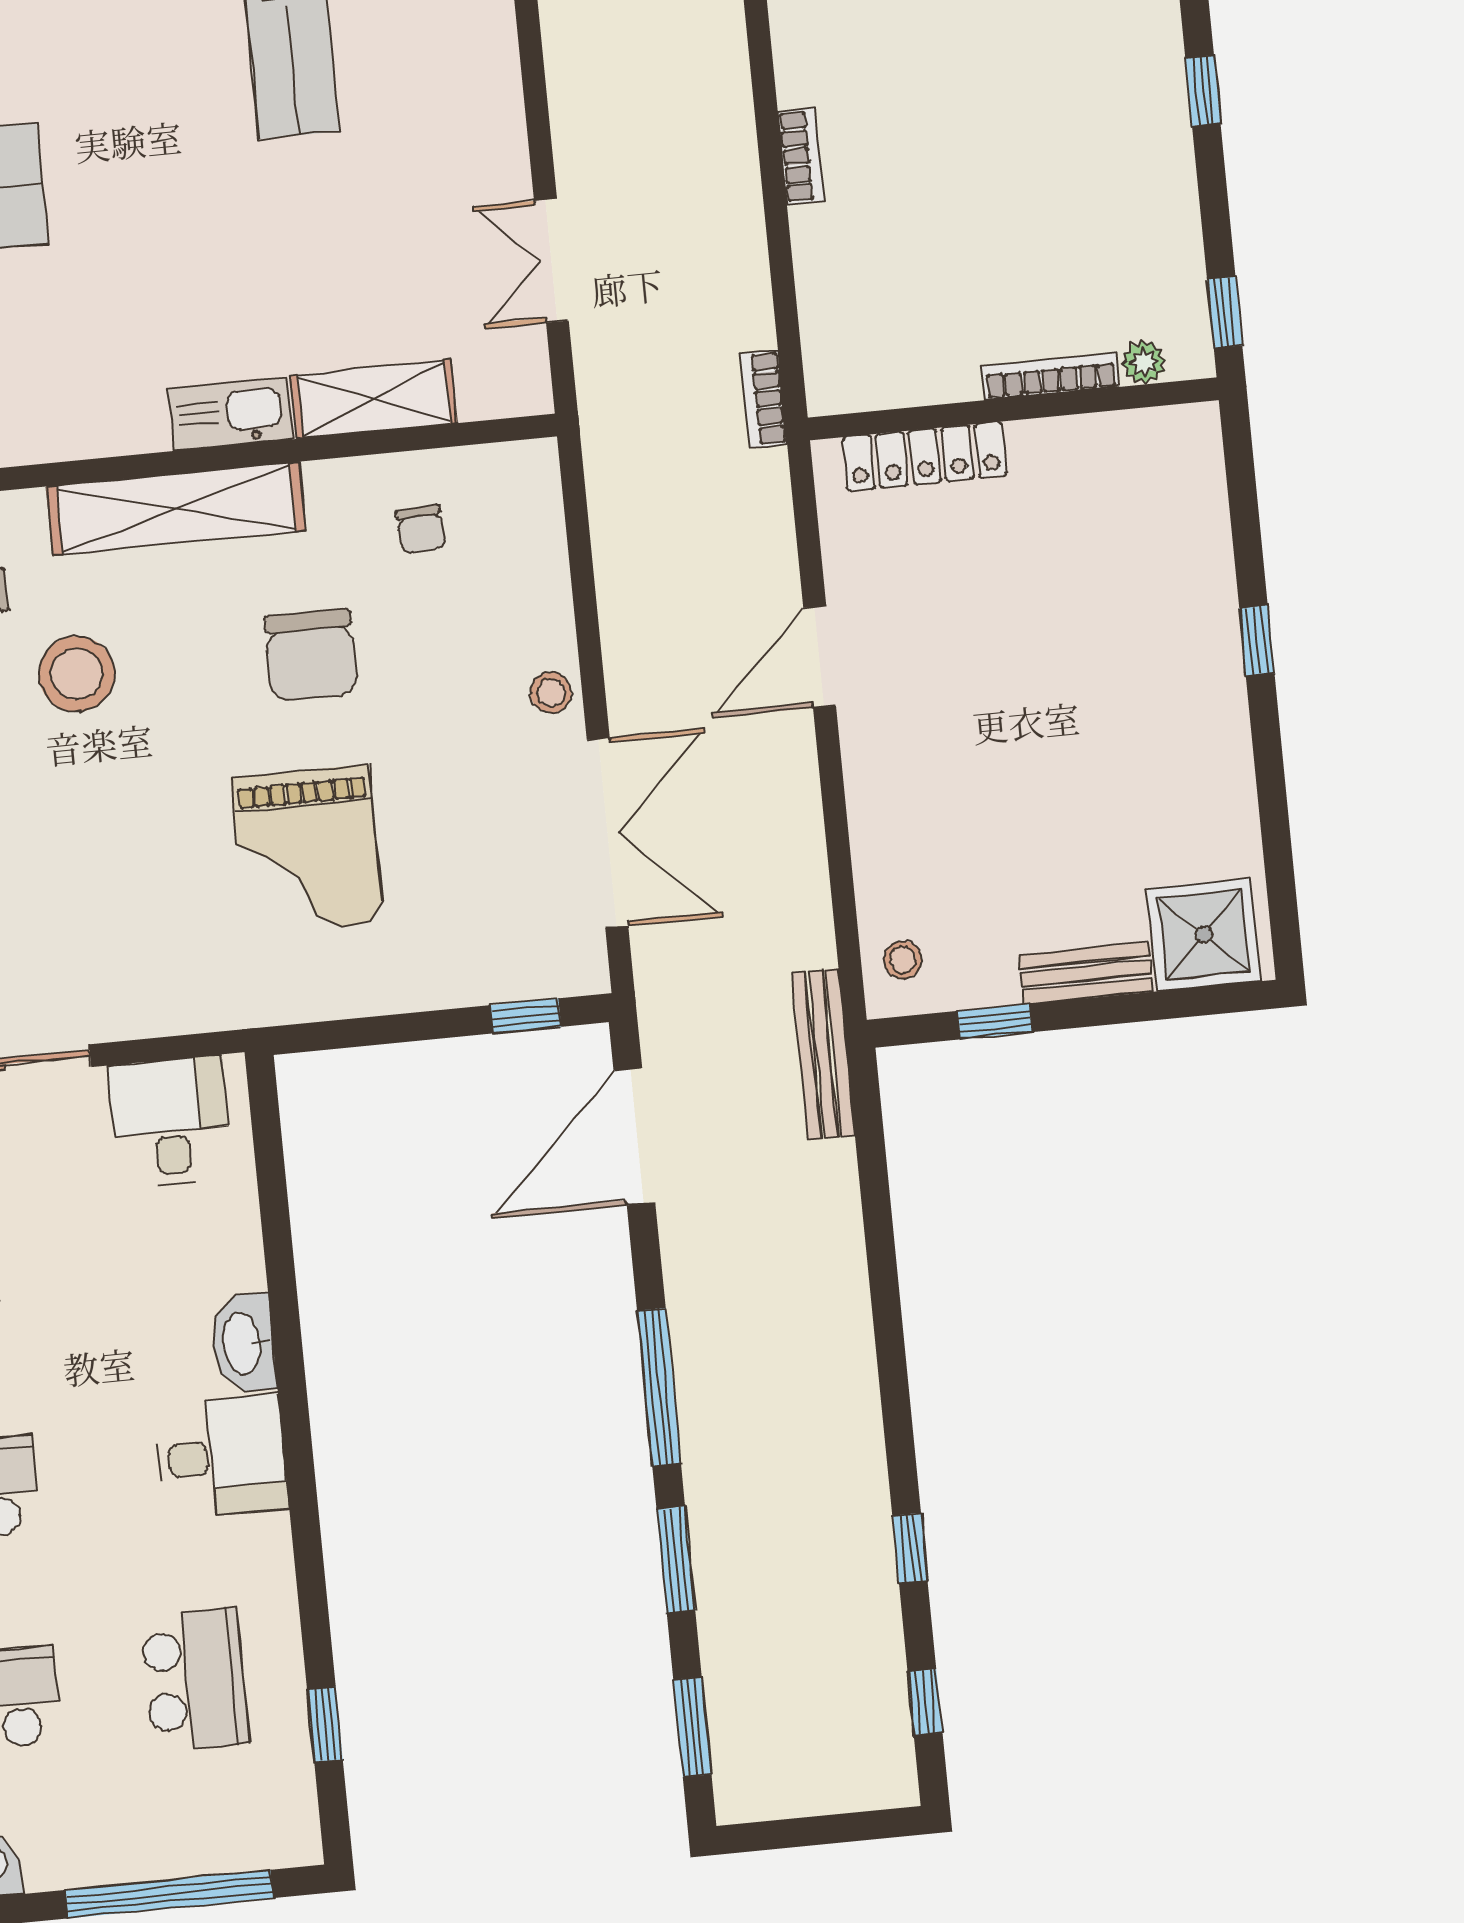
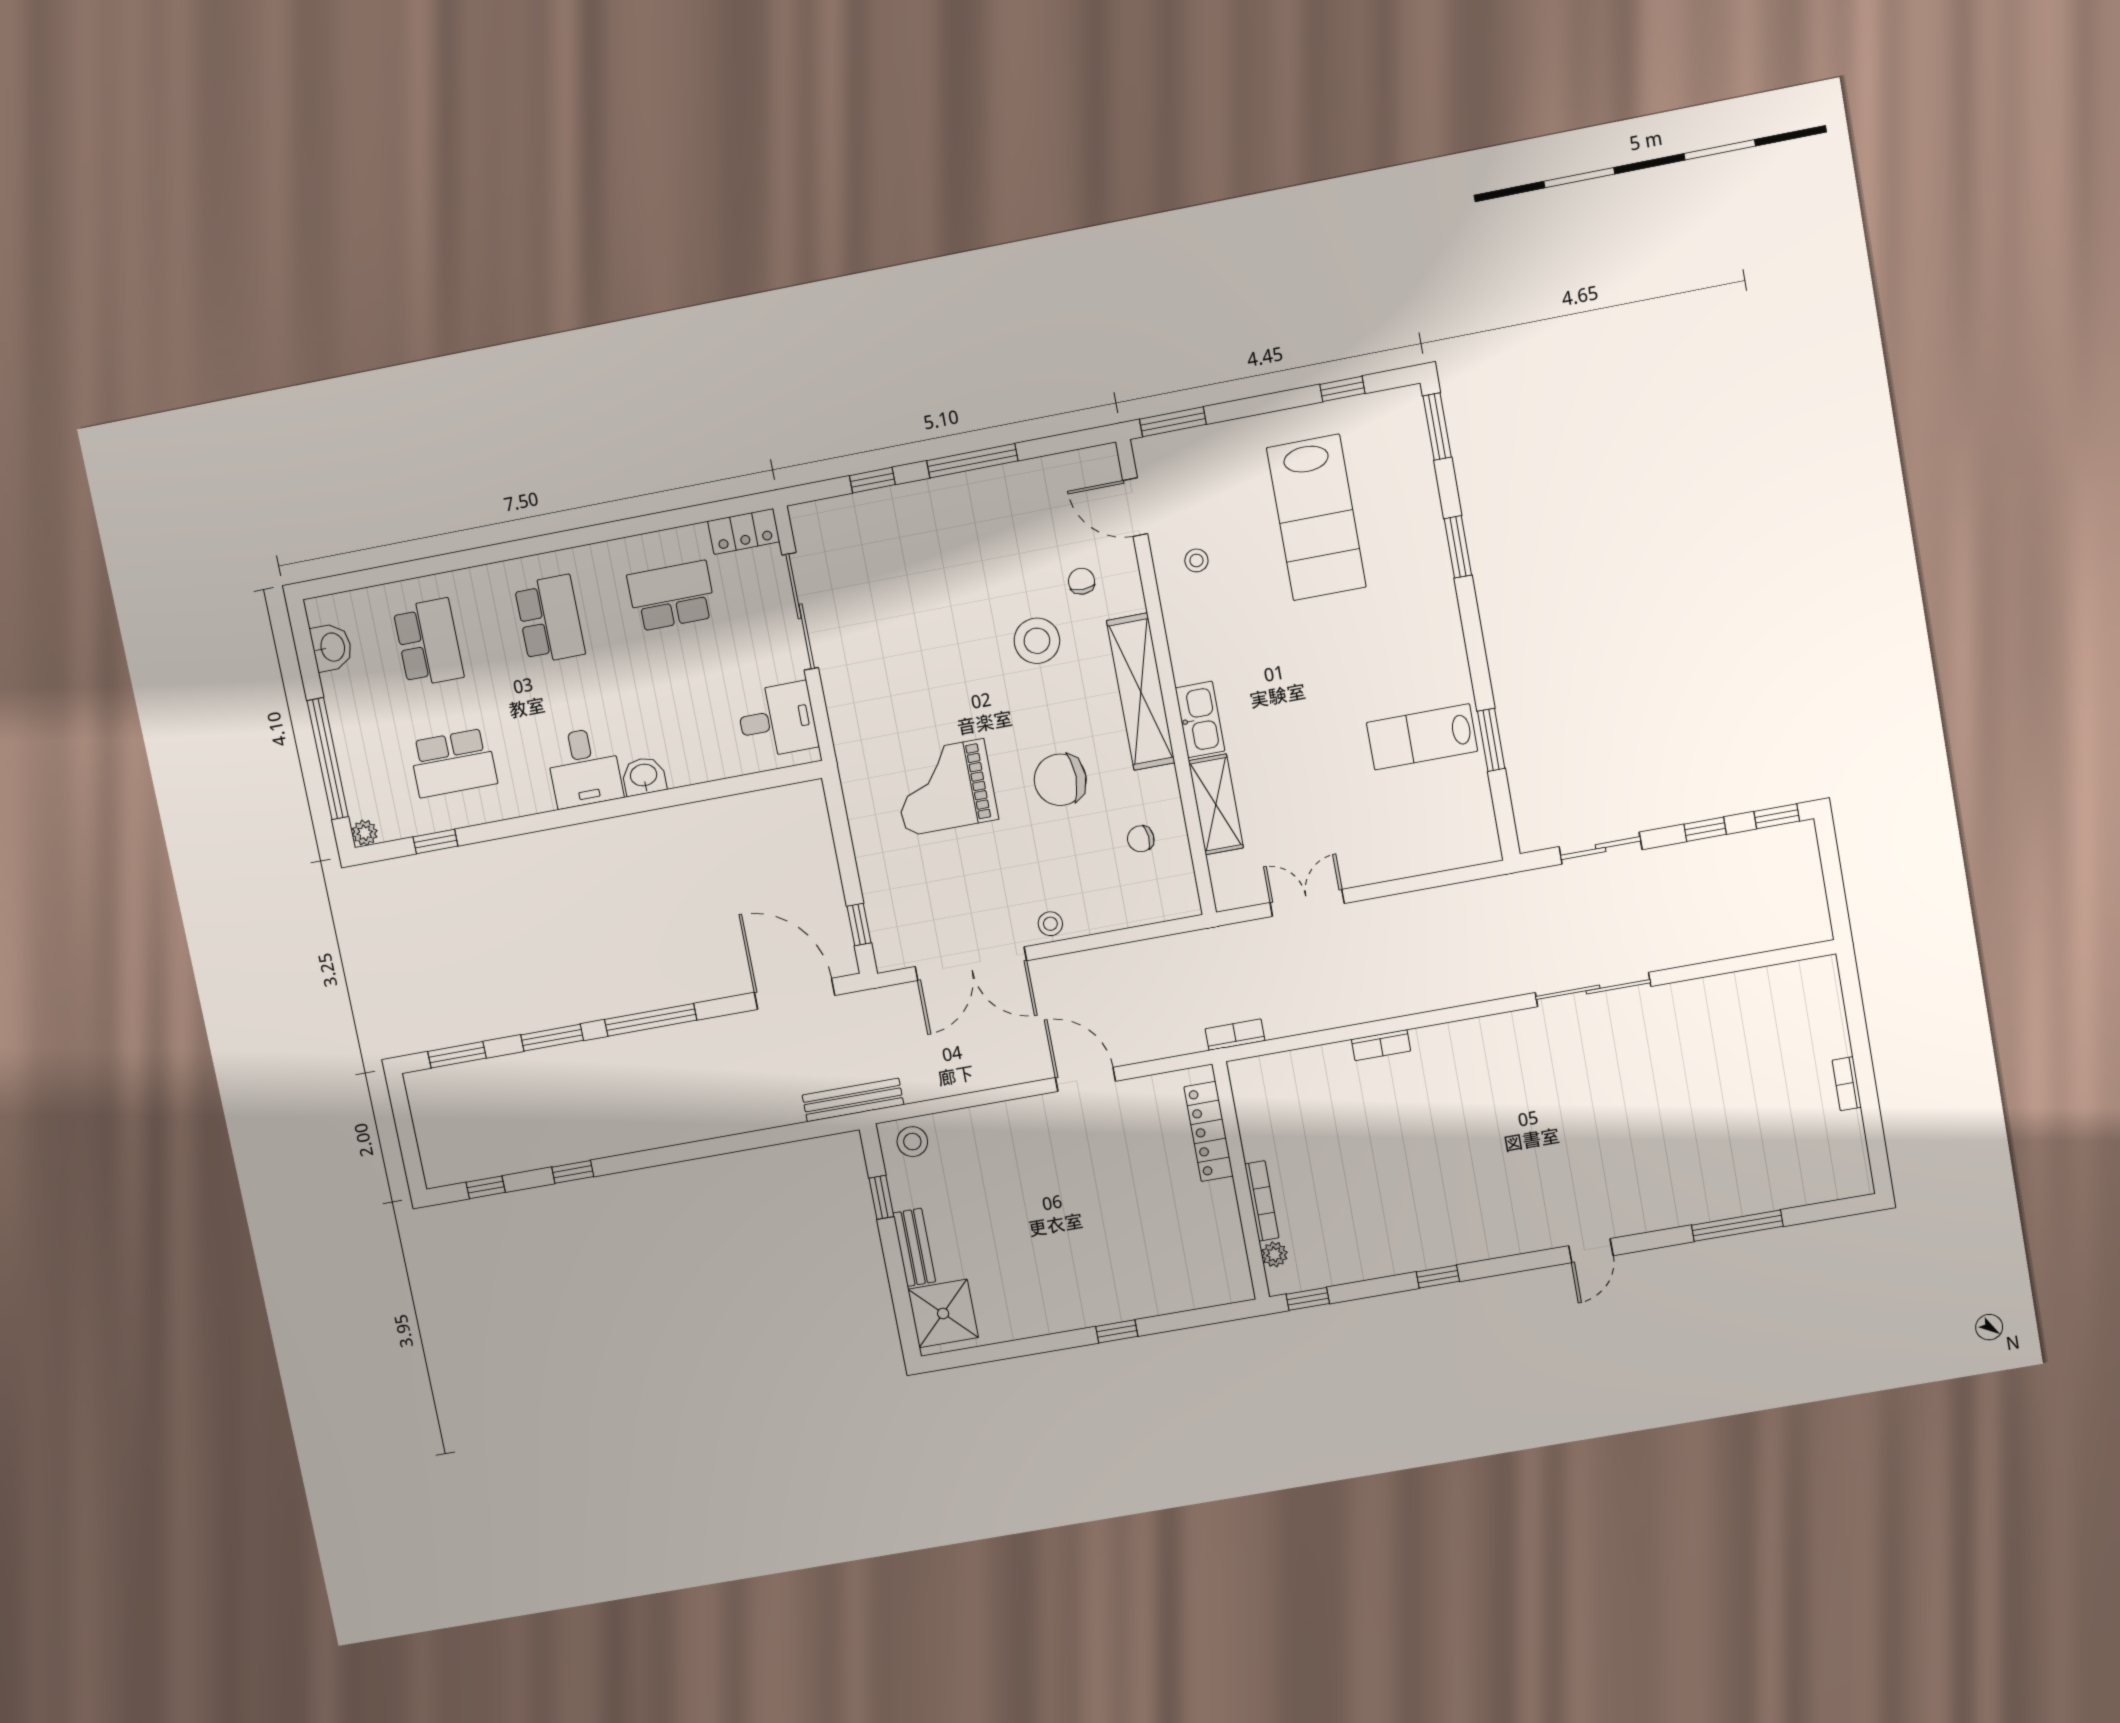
stool: (903, 960) -> (912, 1142), width x1.37, depth x1.37
washbasin: (243, 1343) -> (644, 776), width x0.72
plant: (300, 1845) -> (365, 833), added

